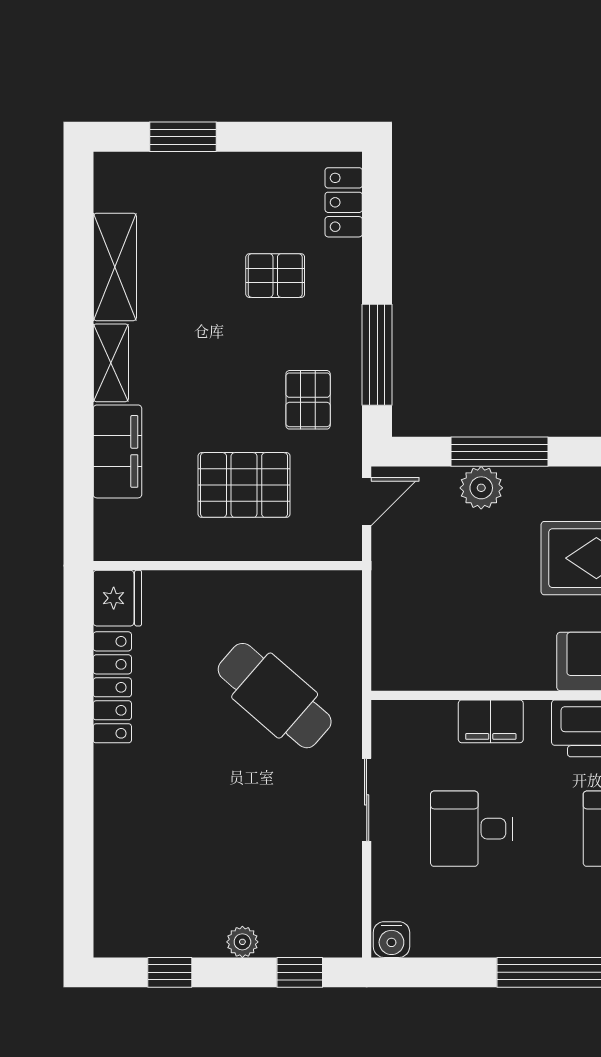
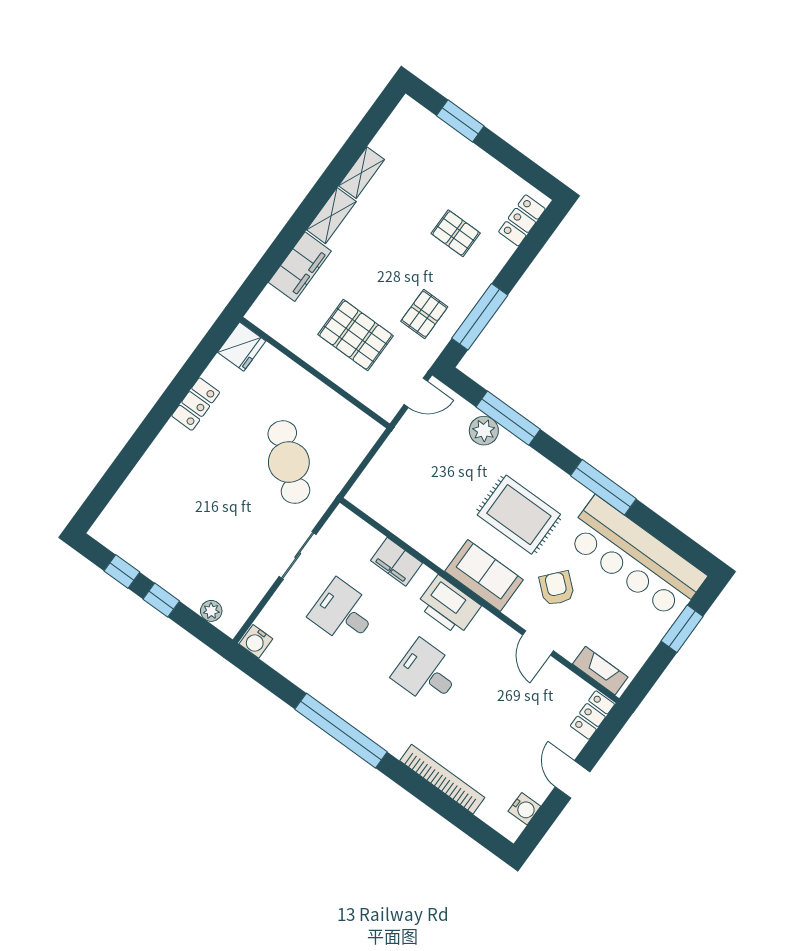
shelving: (115, 267) -> (361, 173), width x0.67, depth x0.75
locker: (112, 687) -> (196, 404), width x0.66
plant: (242, 942) -> (211, 611), moved
window: (300, 972) -> (161, 600), moved

